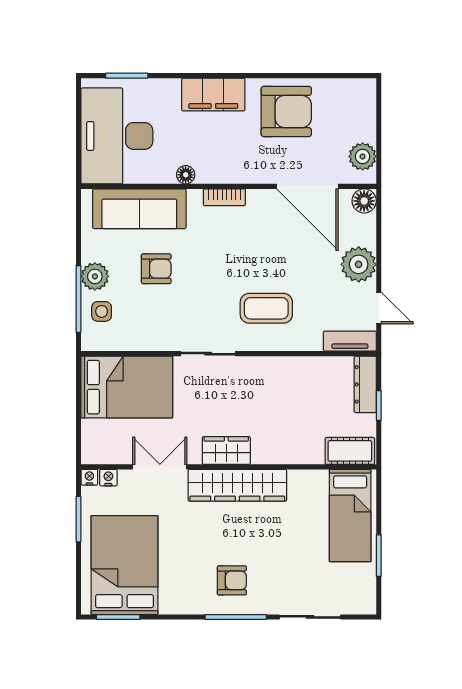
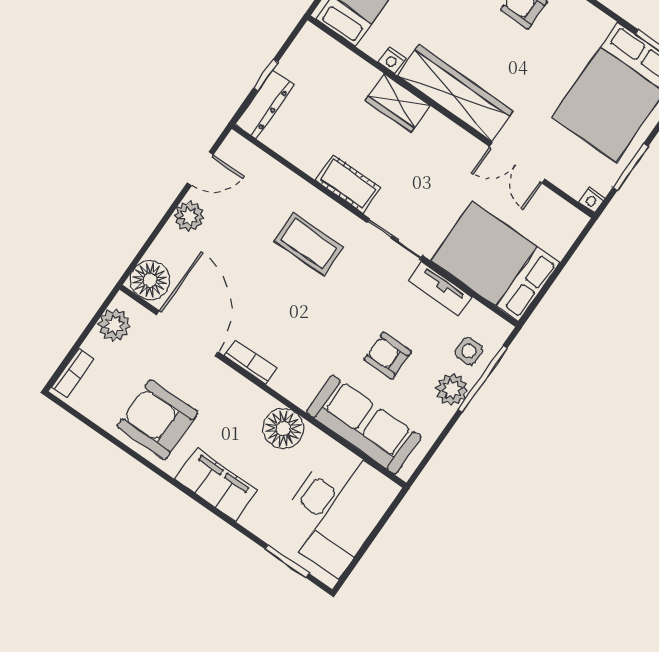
bookcase: (368, 103) -> (73, 373), added
floor lamp: (186, 175) -> (283, 429), width x1.89, depth x1.89
bookcase: (224, 197) -> (250, 362), moved
floor lamp: (364, 201) -> (150, 280), width x1.38, depth x1.38
plant: (359, 264) -> (189, 216), width x0.73, depth x0.73
door: (379, 308) -> (200, 169), swing flipped
tv unit: (350, 341) -> (440, 289), moved
wardrobe: (226, 451) -> (397, 103), moved
cot: (350, 451) -> (348, 184), moved
nightstand: (108, 478) -> (392, 60), moved

